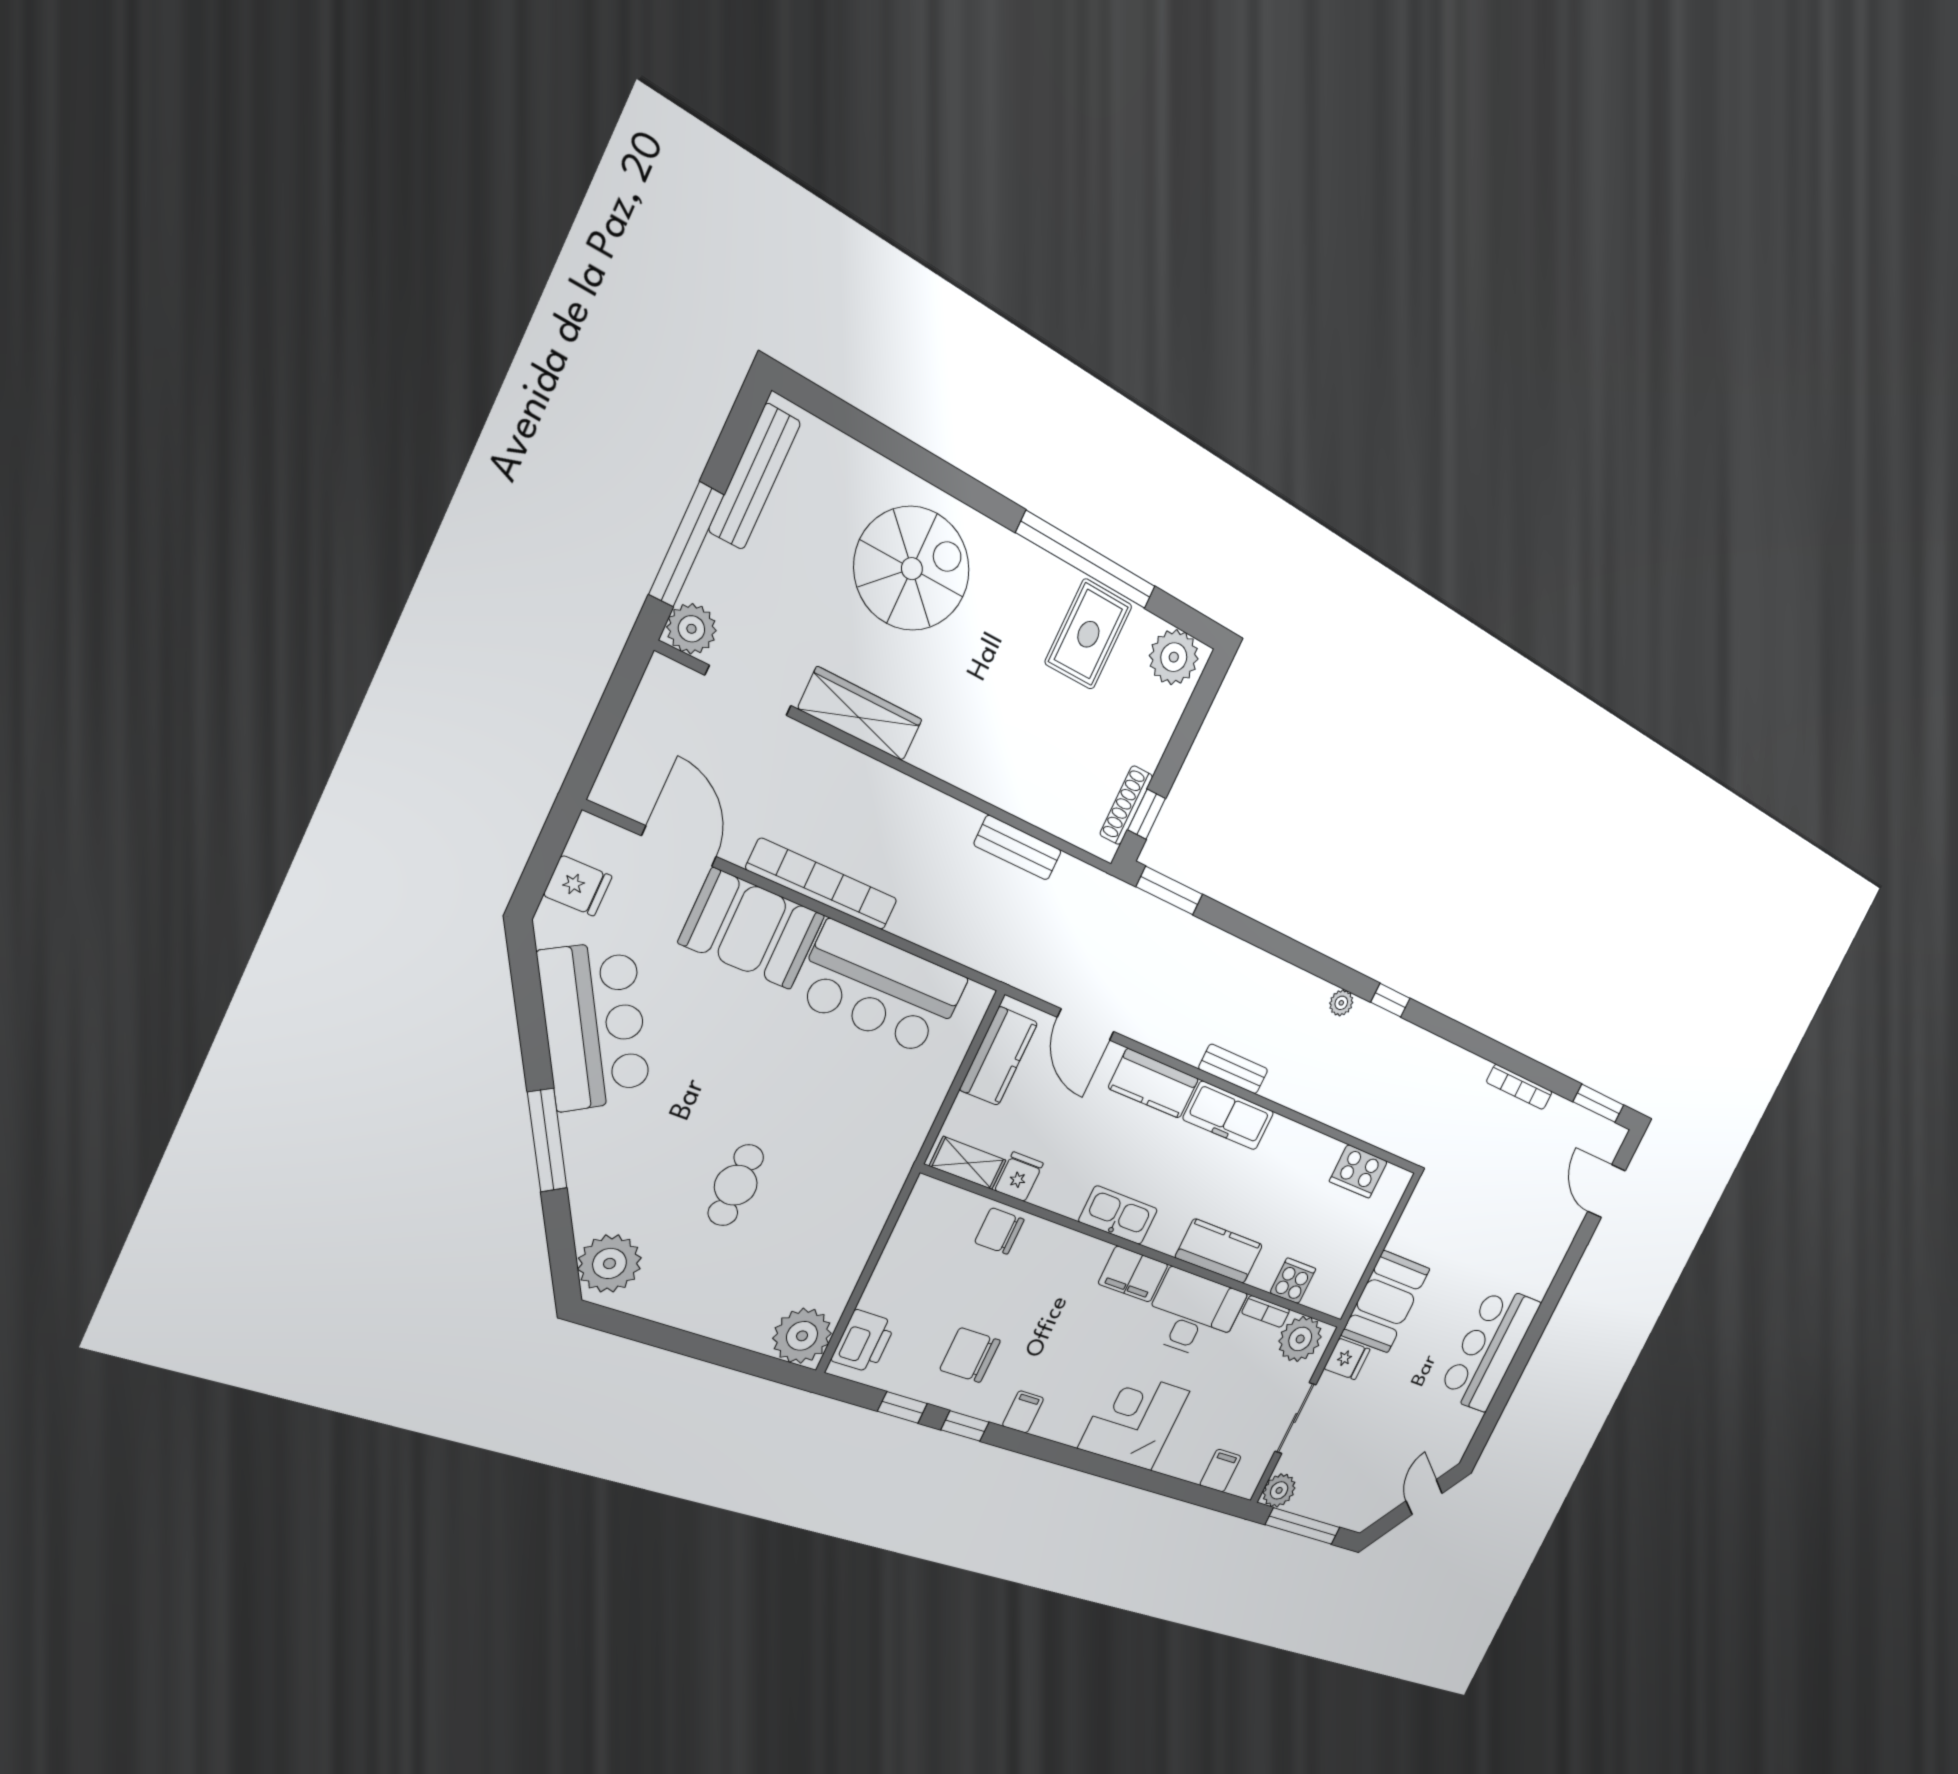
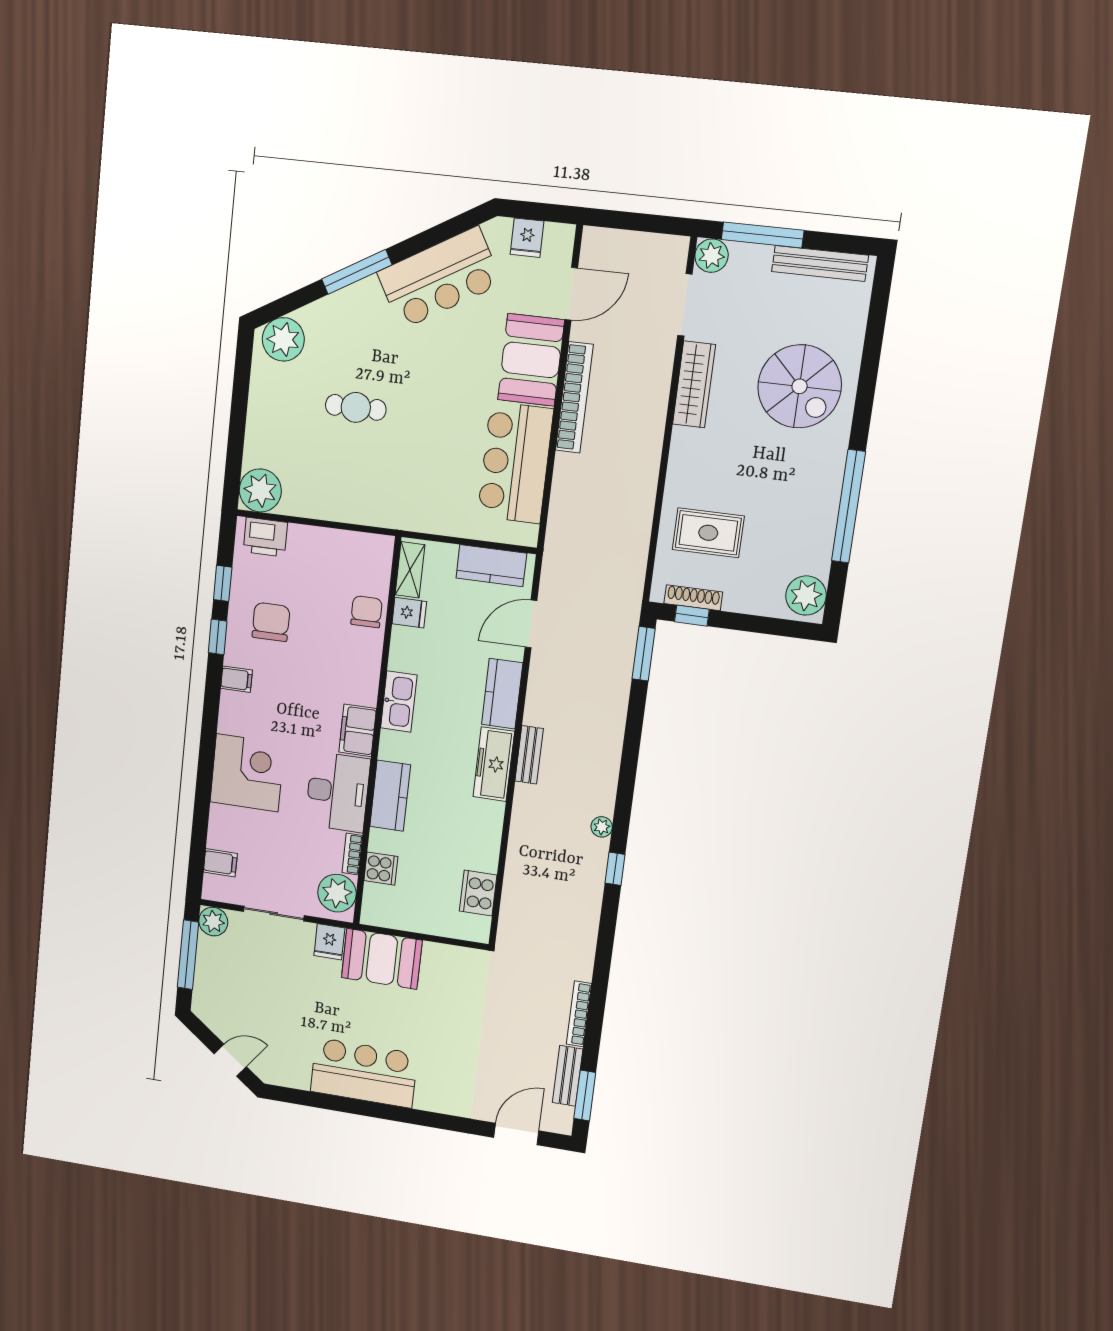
rug: (1088, 634) -> (708, 533), moved
bench: (1018, 848) -> (568, 1076), moved

